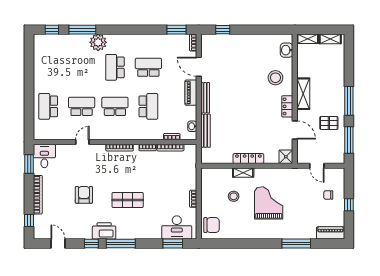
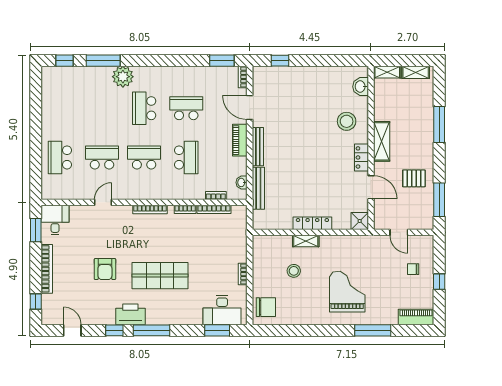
window: (349, 101) -> (439, 125), moved
armchair: (84, 195) -> (105, 269), turned 180
shop shelf: (128, 200) -> (160, 276), width x1.43, depth x1.36
grand piano: (269, 203) -> (347, 292), moved

